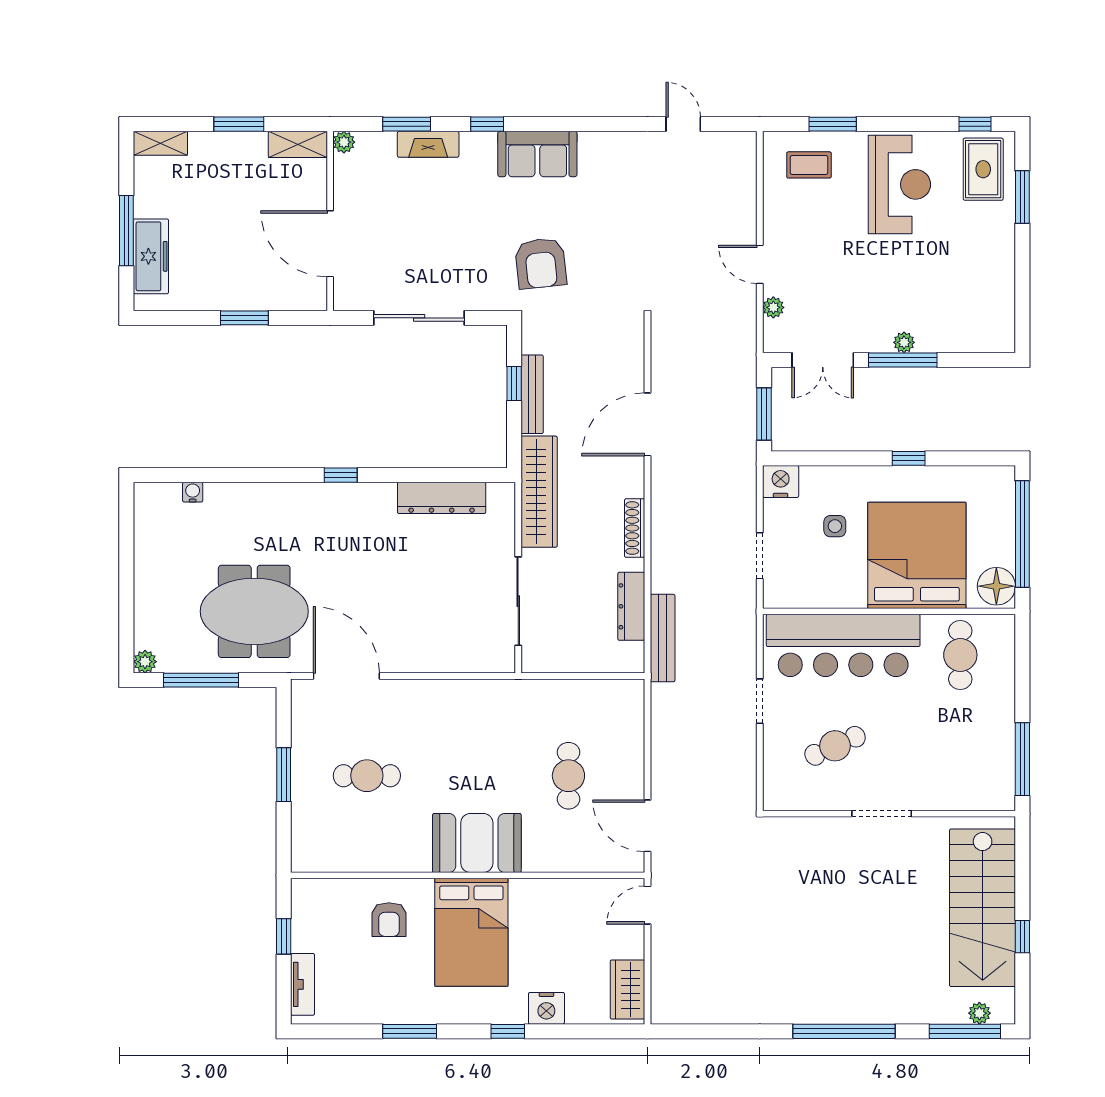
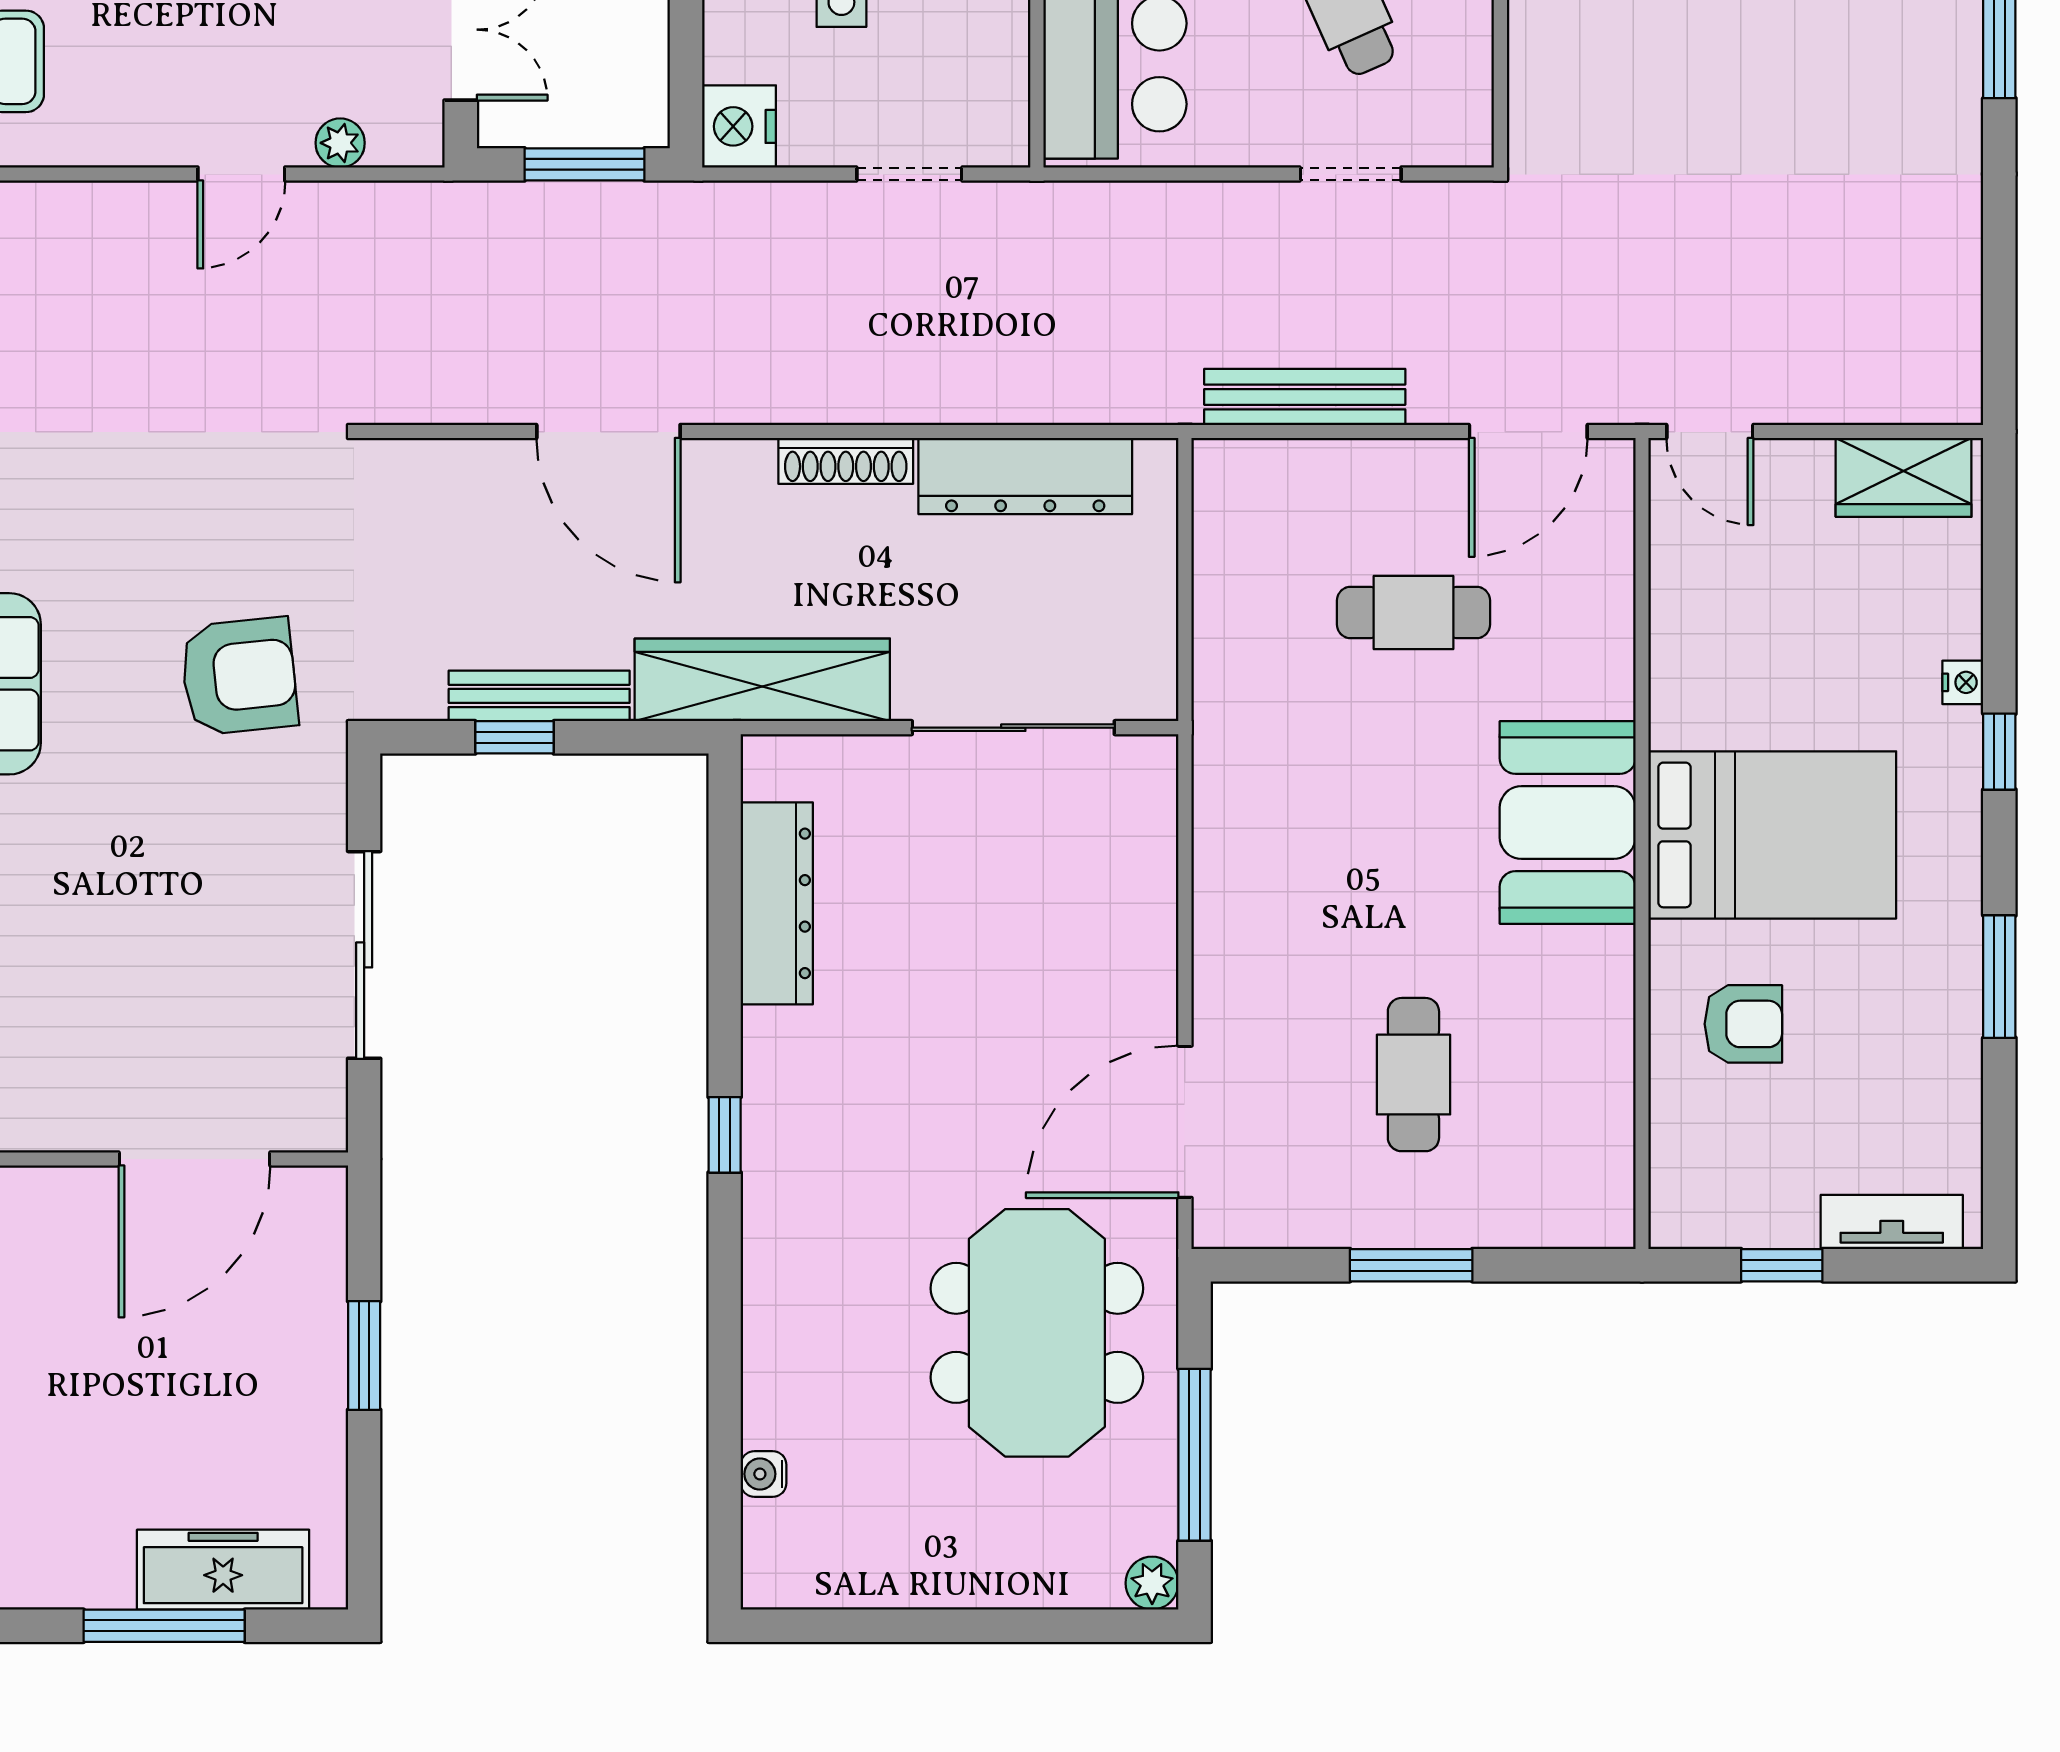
dresser: (631, 606) -> (1025, 476), width x1.37, depth x1.24
bench: (663, 638) -> (1305, 397), moved
doorway: (760, 701) -> (1351, 174), moved
nightstand: (546, 1008) -> (1963, 682), width x0.53, depth x0.56

